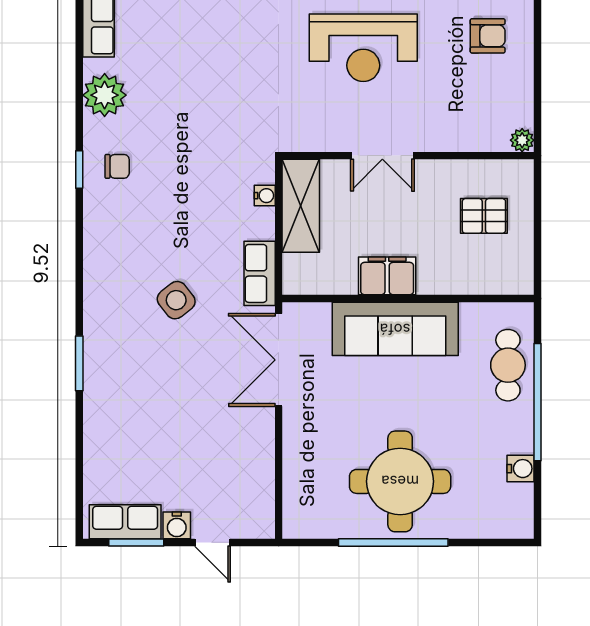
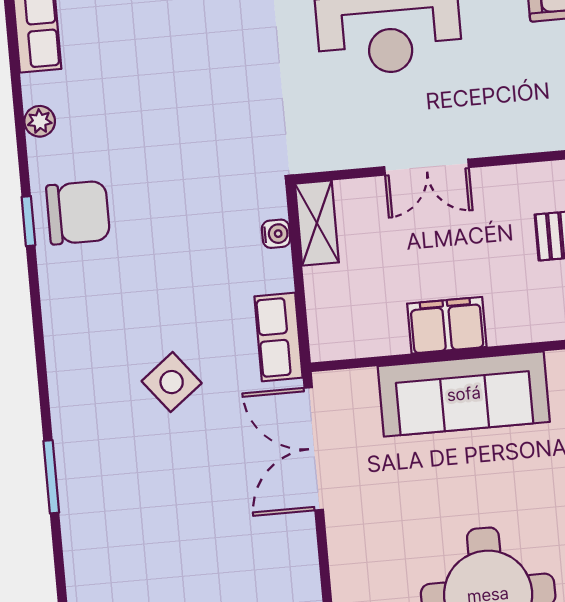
plant: (105, 95) -> (40, 121), width x0.53, depth x0.53
chair: (117, 166) -> (78, 213), width x1.87, depth x1.87
shelving: (301, 206) -> (317, 223), width x0.67, depth x0.75

